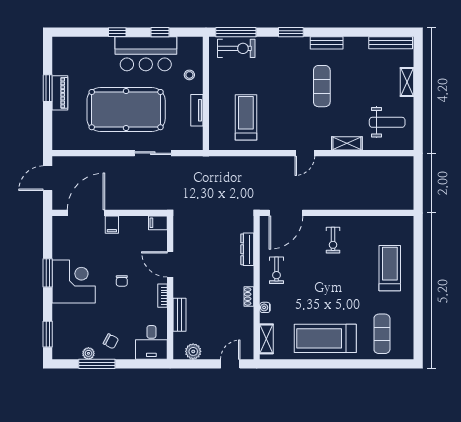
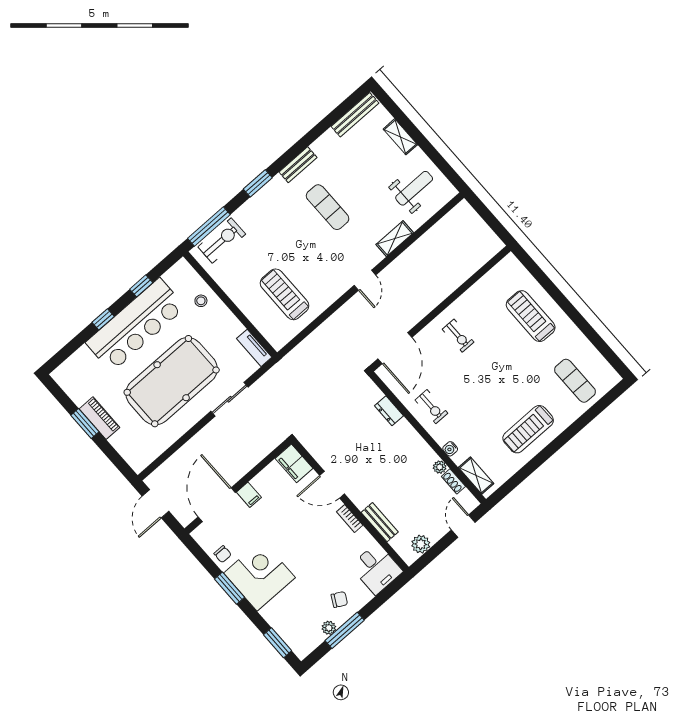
bar counter: (146, 54) -> (136, 325), width x1.36
tv unit: (197, 110) -> (254, 348), moved
filing cabinet: (158, 223) -> (294, 463), width x2.00
dresser: (247, 249) -> (389, 411), width x0.70
chair: (122, 281) -> (223, 554), moved
shoe rack: (249, 296) -> (453, 481), moved
plant: (248, 313) -> (440, 467), added
treadmill: (325, 338) -> (528, 429), width x0.73, depth x0.73

